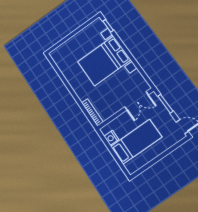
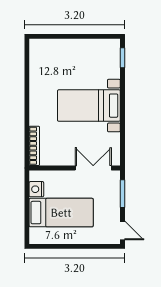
bed with nightstands: (104, 61) -> (89, 106), width x0.73
double door: (136, 101) -> (93, 168), swing flipped

